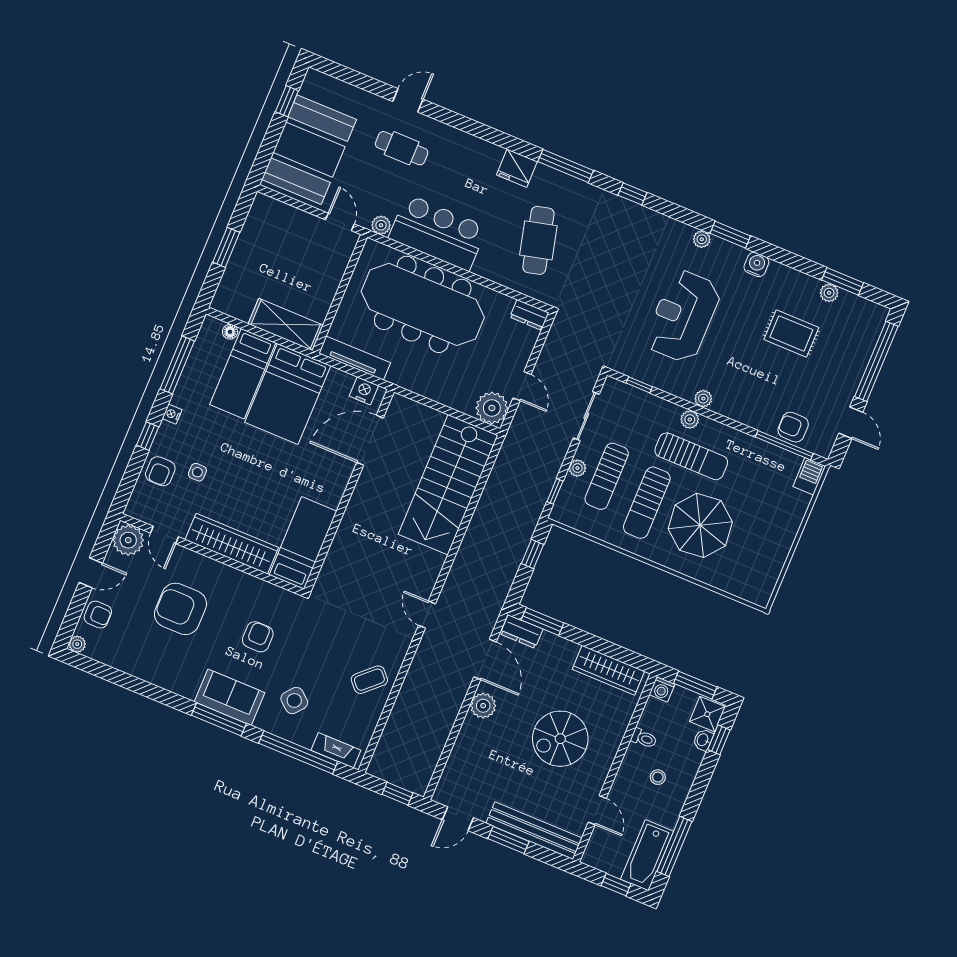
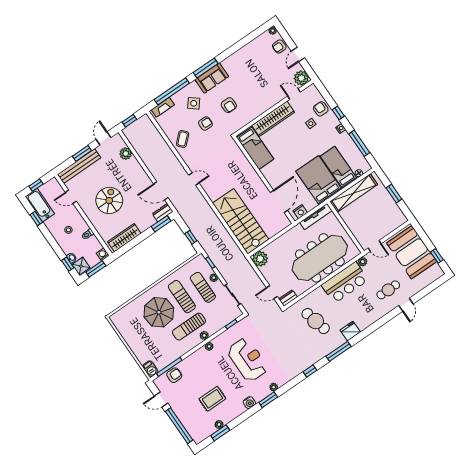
shelving: (286, 324) -> (354, 193), width x1.47
door: (522, 386) -> (272, 292), moved
armchair: (180, 609) -> (205, 124), moved, width x0.53, depth x0.53
plant: (483, 706) -> (126, 154), moved
window: (674, 846) -> (36, 219), width x0.46

